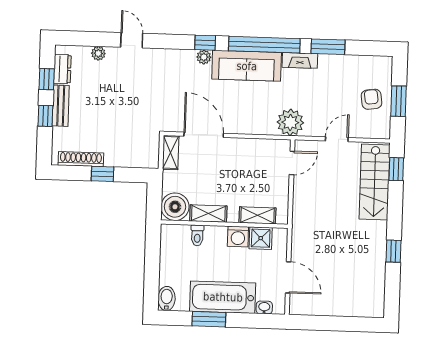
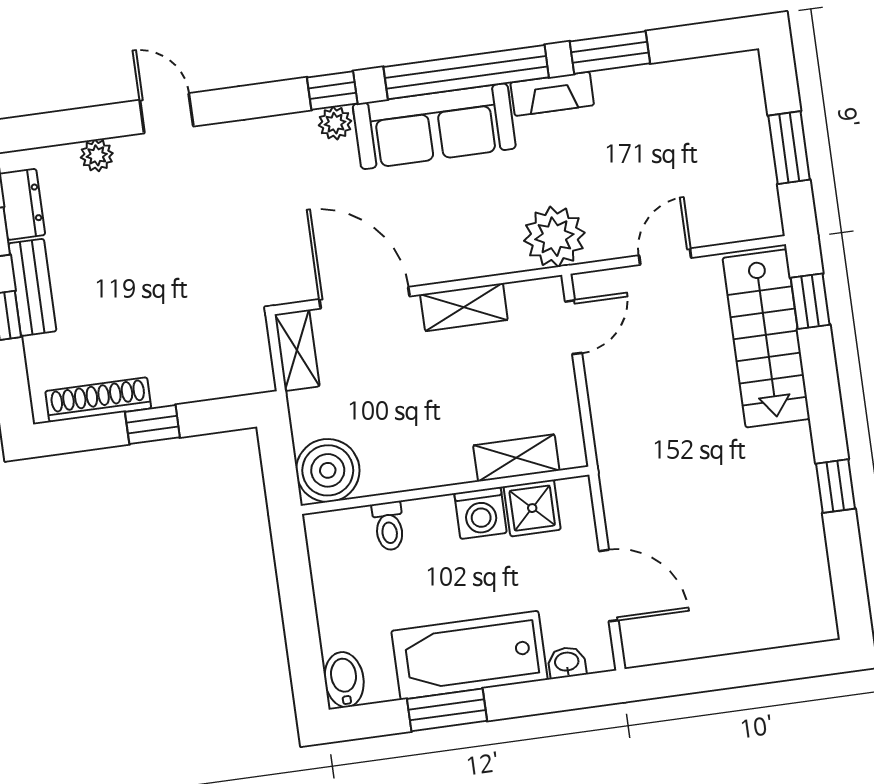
armchair: (371, 99) -> (728, 154), removed
shelving: (208, 214) -> (464, 307), moved

